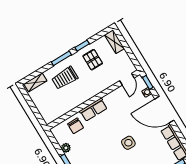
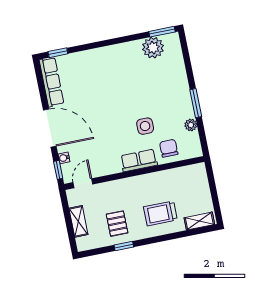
shelving: (114, 42) -> (78, 221), moved
window: (61, 58) -> (156, 240), removed
trolley: (65, 78) -> (160, 213), turned 180
side table: (128, 143) -> (145, 126), moved

